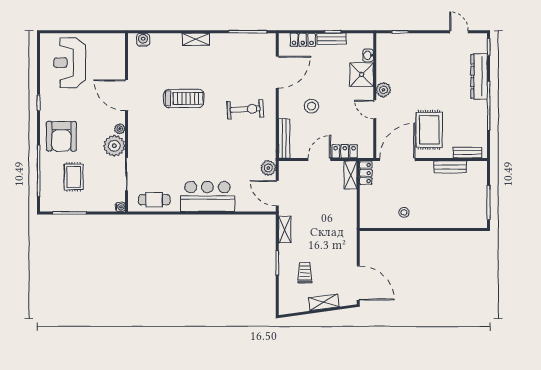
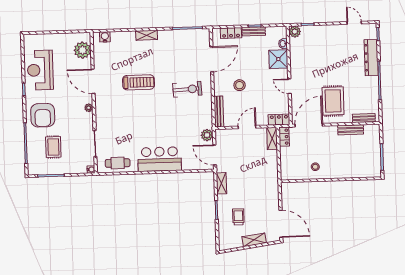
reception desk: (70, 63) -> (40, 70), moved
plant: (383, 90) -> (295, 32), moved
plant: (114, 146) -> (82, 50), moved
locker: (345, 151) -> (279, 120), moved

